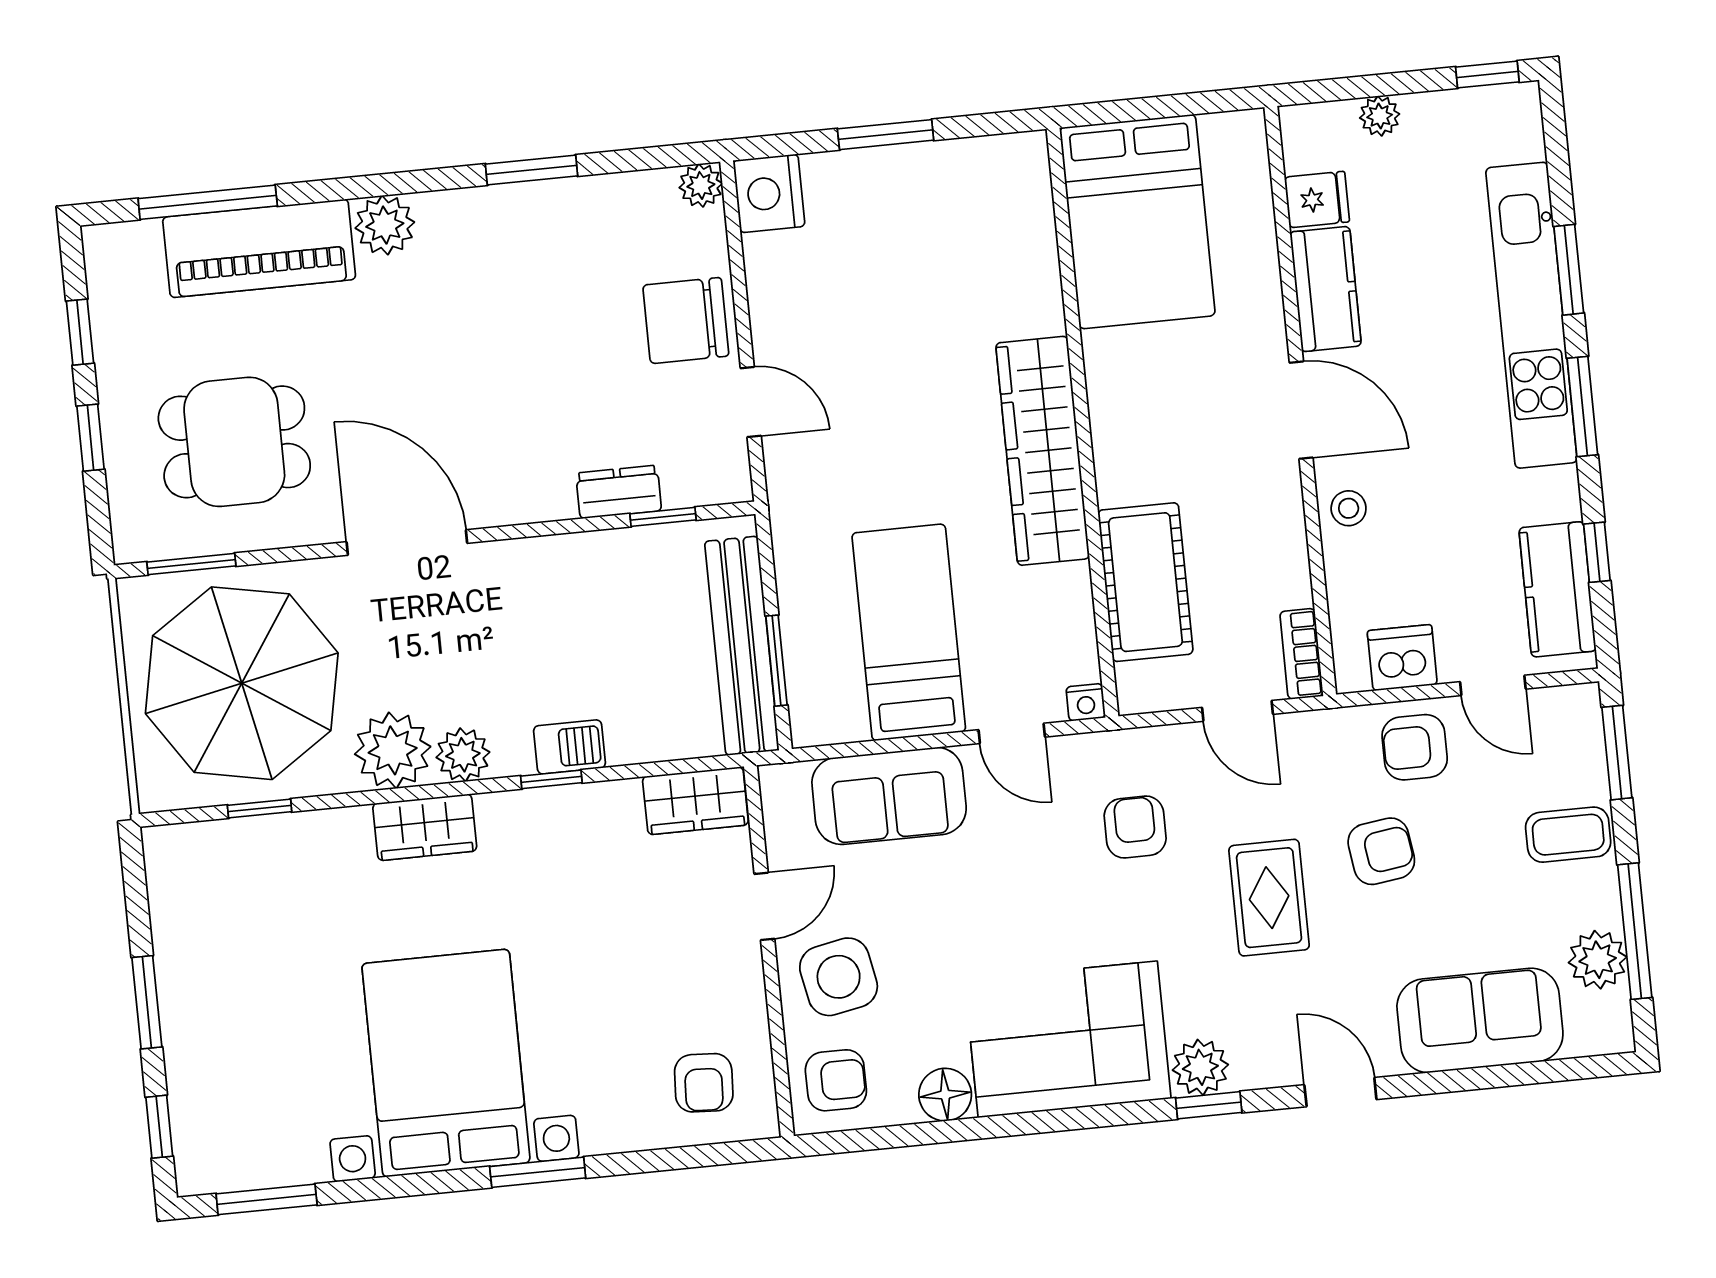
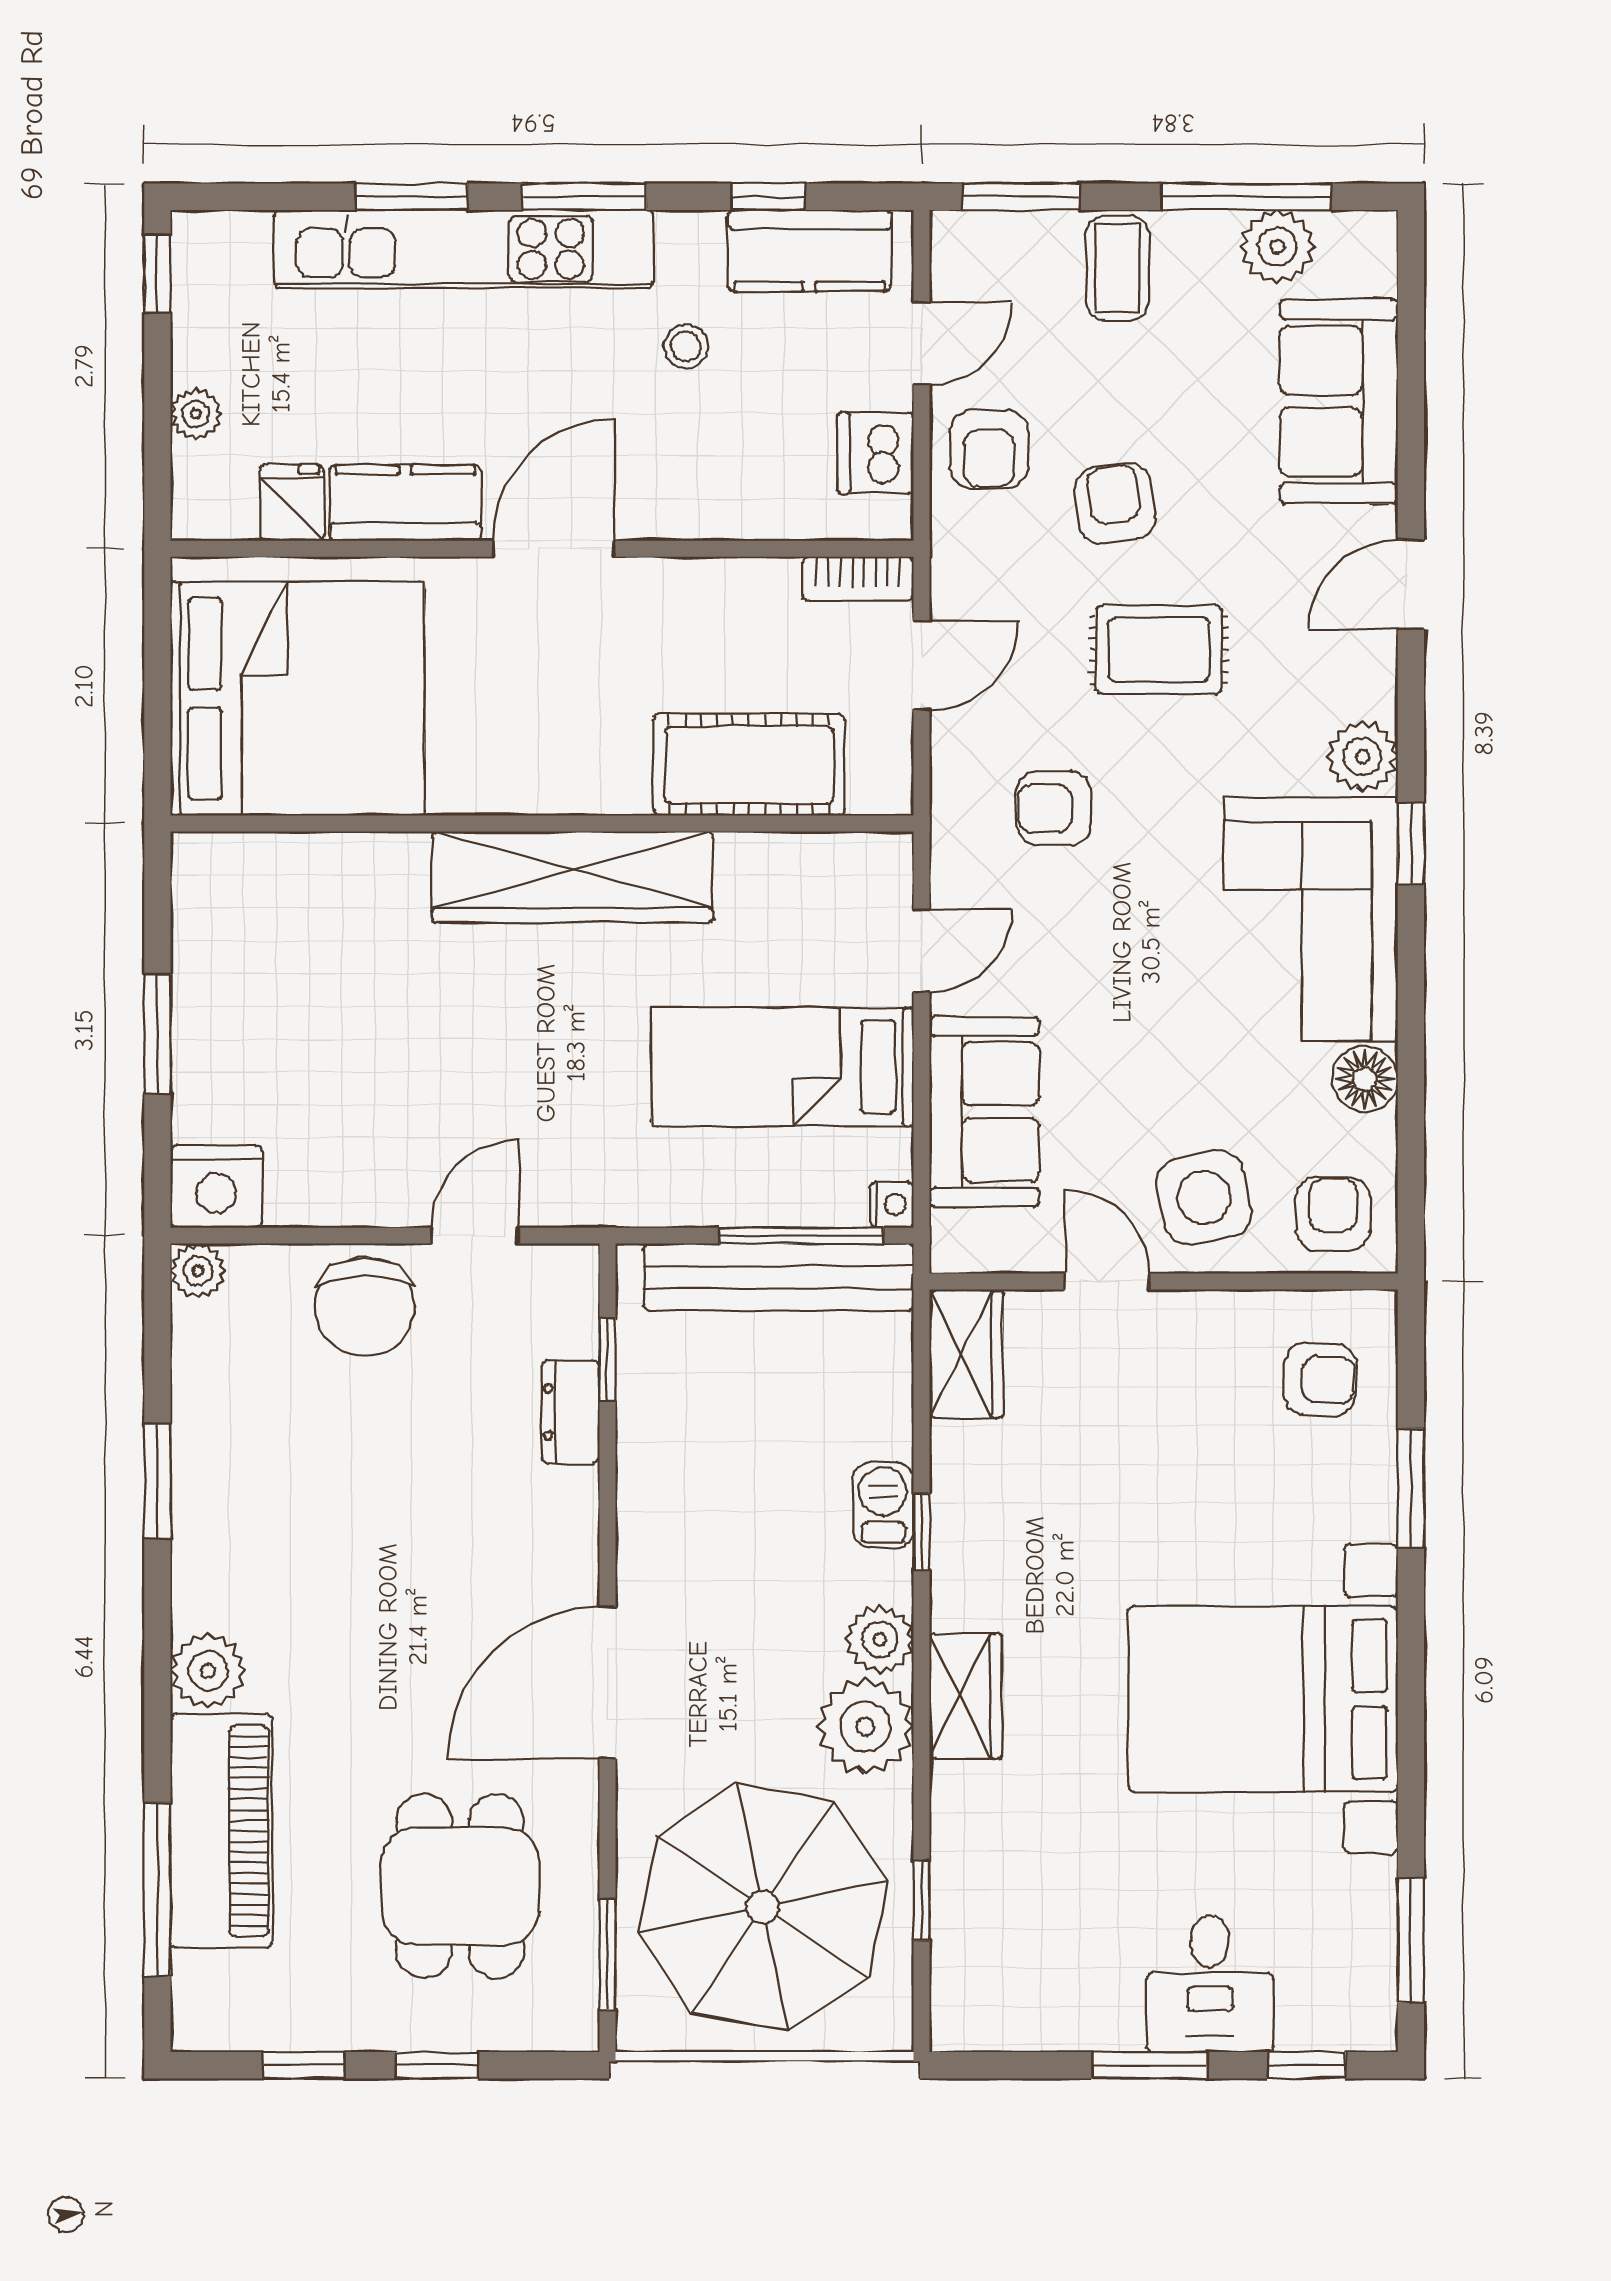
bed: (1137, 222) -> (298, 699), width x1.36
stool: (1349, 508) -> (686, 346), moved
window: (777, 661) -> (801, 1236), width x1.44
nightstand: (1086, 702) -> (892, 1205), moved
desk: (216, 1044) -> (1210, 1984), added
window: (1209, 1105) -> (1411, 843), moved
window: (538, 1172) -> (1411, 1488), moved

